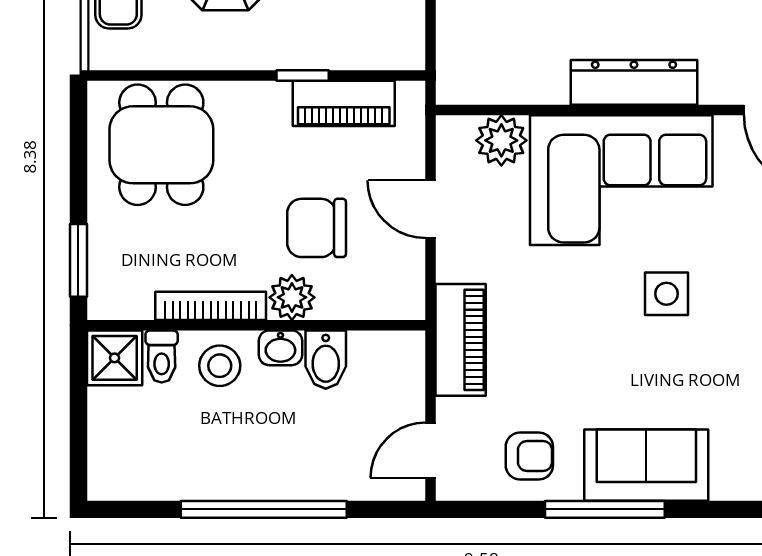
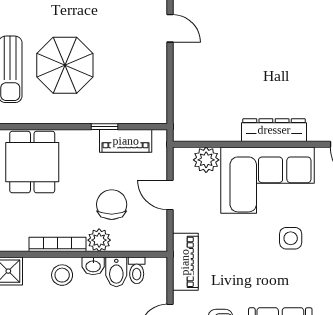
chair: (317, 228) -> (112, 205), turned 90
toilet: (162, 357) -> (137, 270), moved

